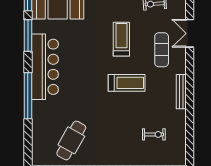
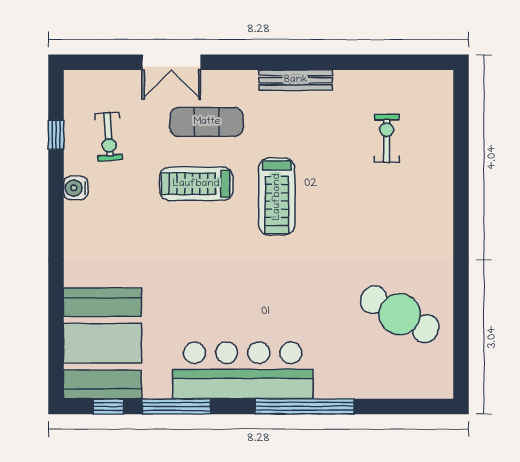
treadmill: (121, 39) -> (196, 184), moved
treadmill: (127, 83) -> (277, 197), turned 180

